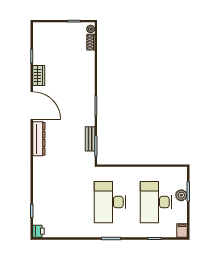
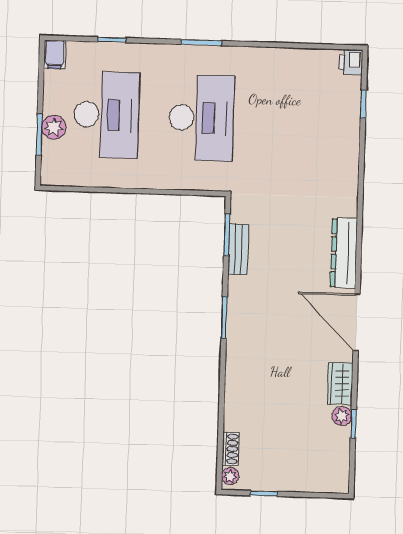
plant: (37, 60) -> (342, 416), added

